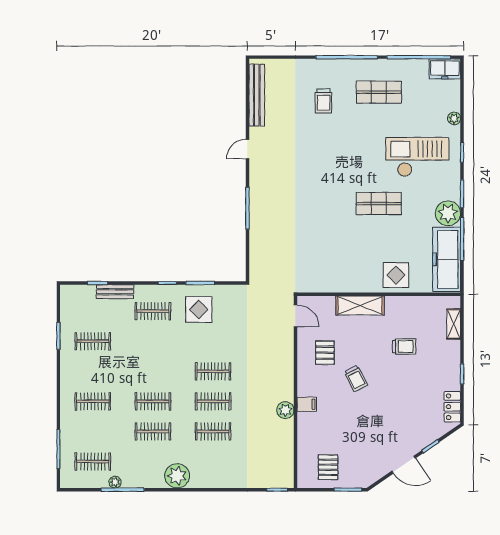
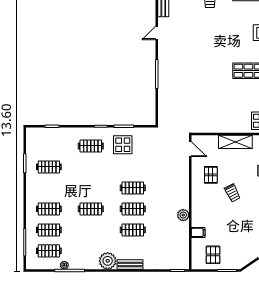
bench: (115, 292) -> (130, 265), moved
filing cabinet: (307, 404) -> (198, 232), moved
clothes rail: (153, 431) -> (49, 230), moved

